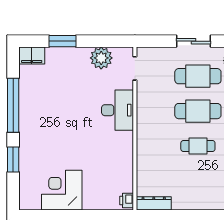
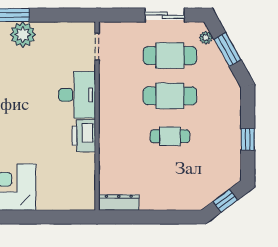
plant: (101, 58) -> (23, 35), moved
printer: (127, 201) -> (84, 136), moved, width x1.87, depth x1.48

